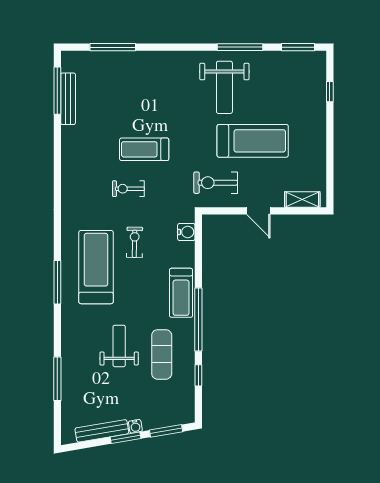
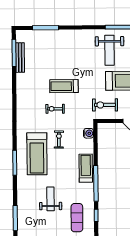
treadmill: (96, 267) -> (37, 154), turned 180
treadmill: (181, 293) -> (86, 168), turned 180
exercise mat: (162, 354) -> (77, 218), moved

